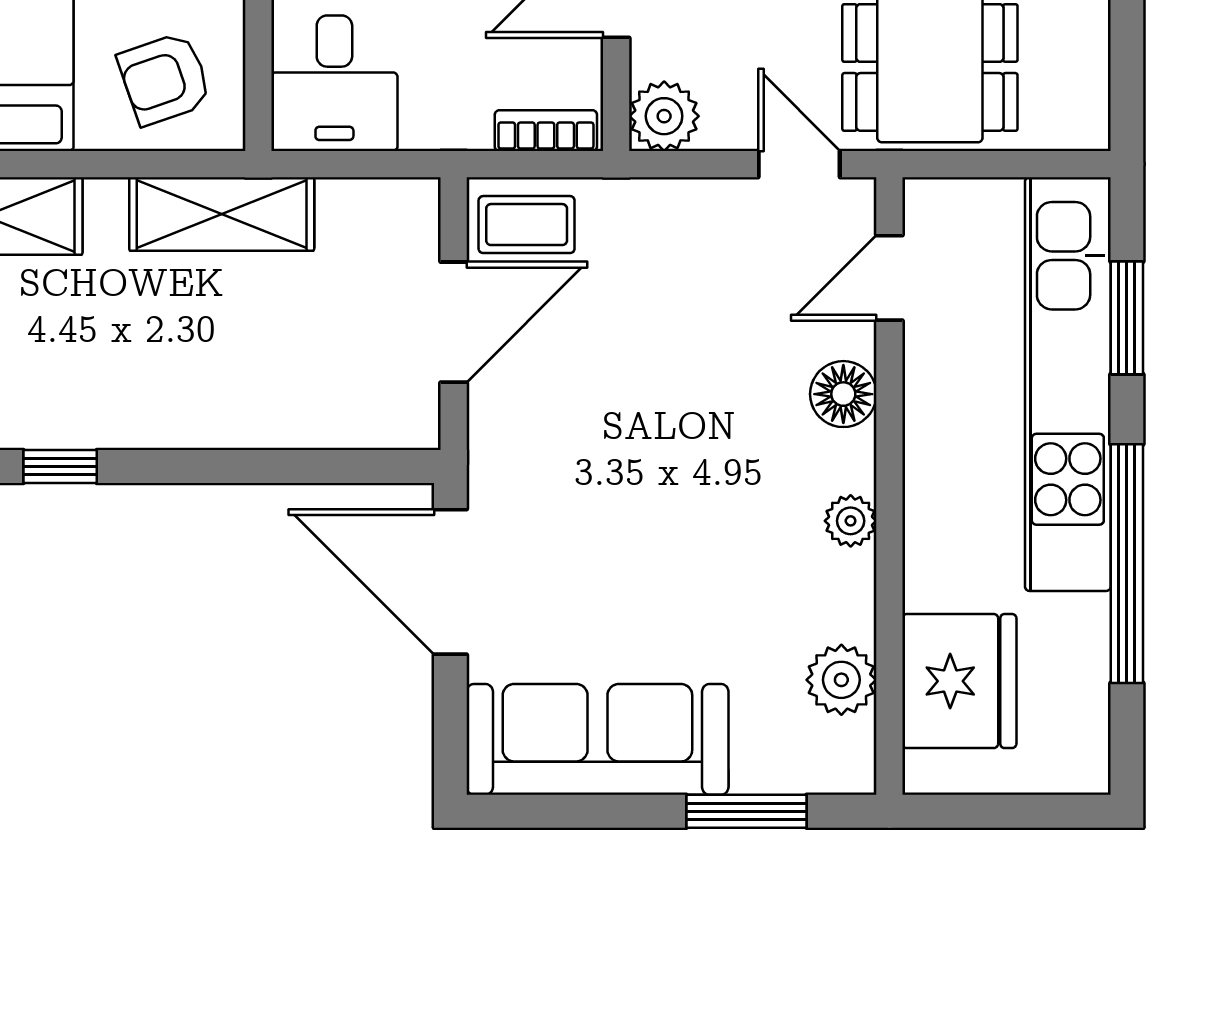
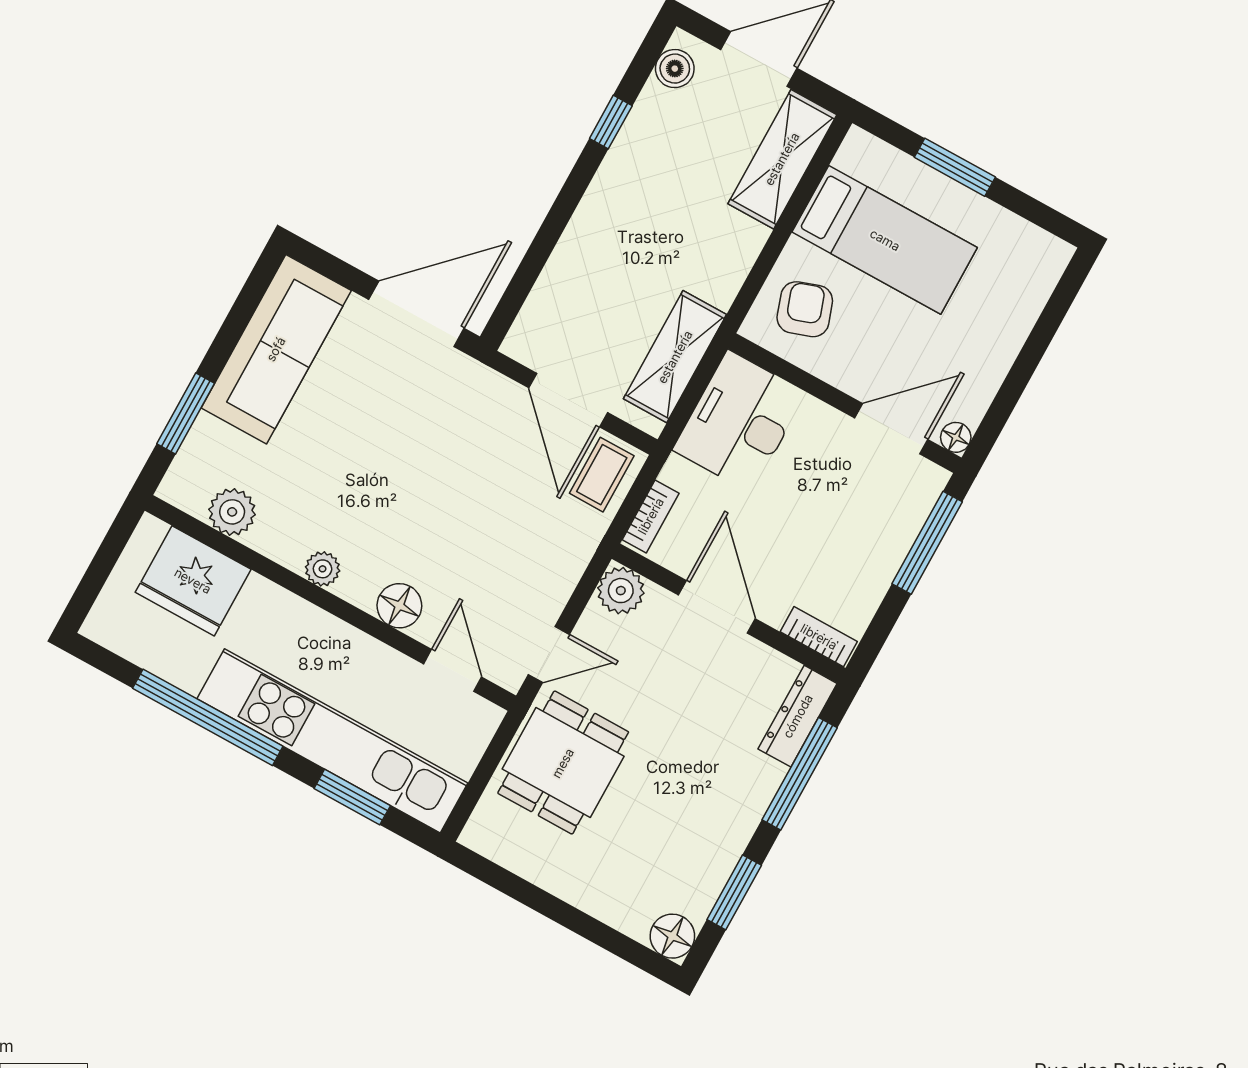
desk: (334, 83) -> (740, 421), width x1.37
shelving: (222, 214) -> (675, 357), moved

